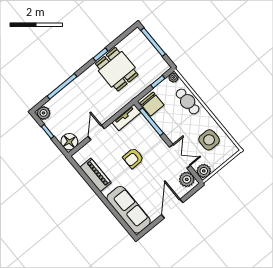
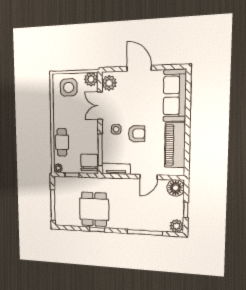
side table: (209, 140) -> (69, 88), moved
side table: (152, 148) -> (116, 129), added
piano: (95, 175) -> (175, 145), width x1.37, depth x1.33
door: (172, 209) -> (139, 68), swing flipped

